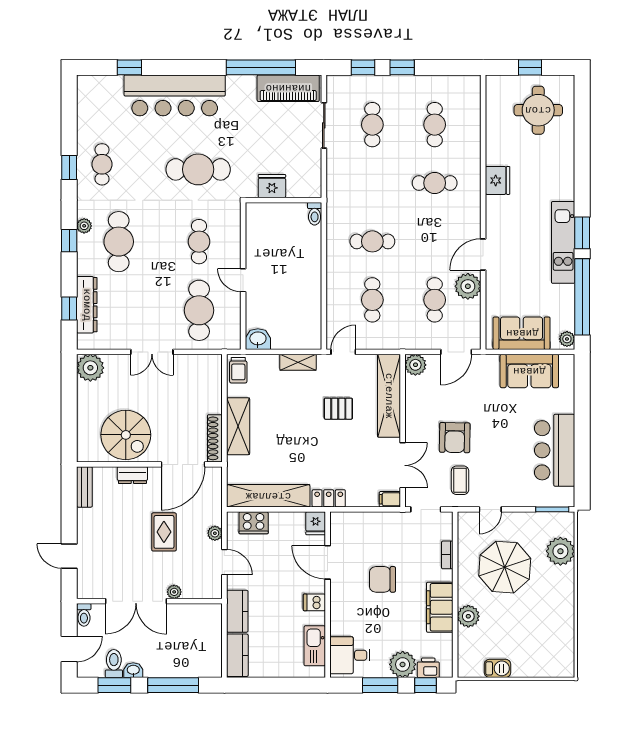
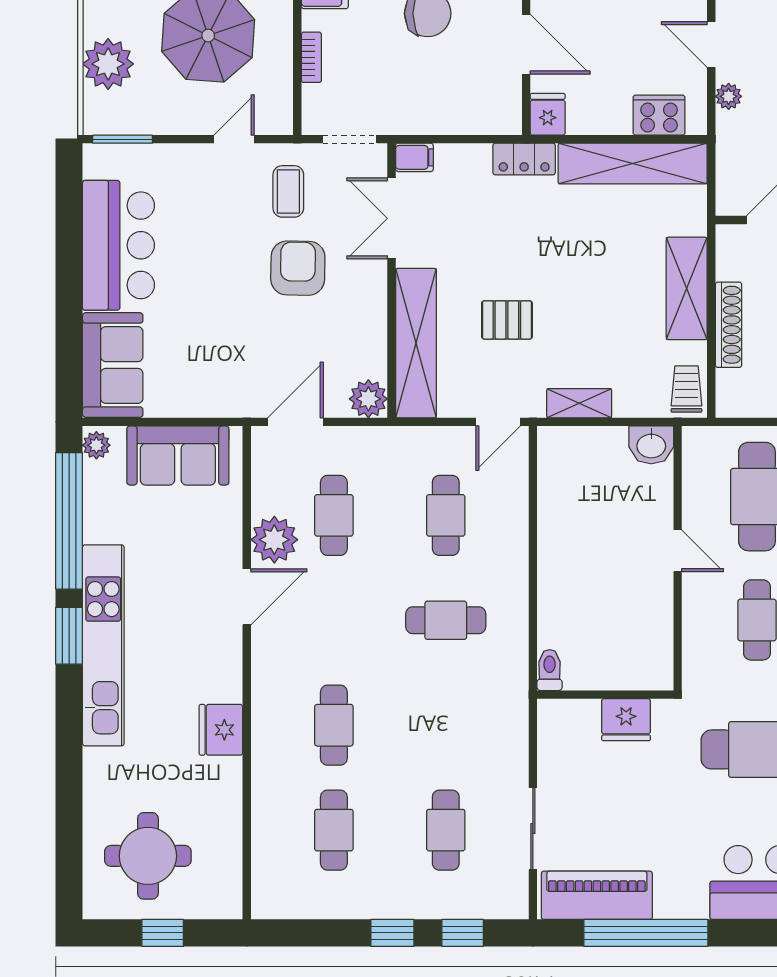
cafe table: (435, 183) -> (334, 725), turned 90
kitchen unit: (563, 242) -> (103, 645), width x1.36
sofa: (529, 371) -> (113, 365), moved, turned 90
shoe rack: (215, 438) -> (729, 325), moved

